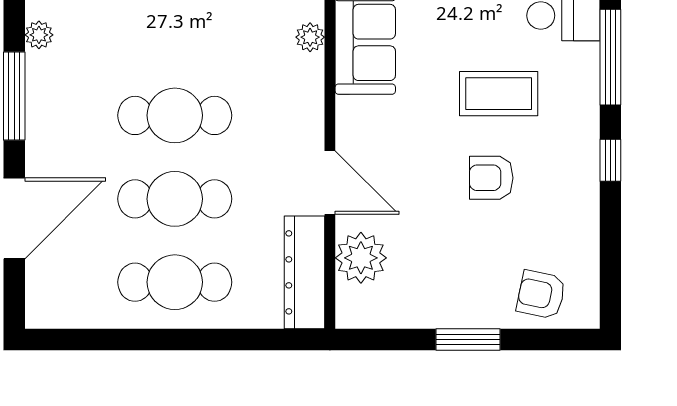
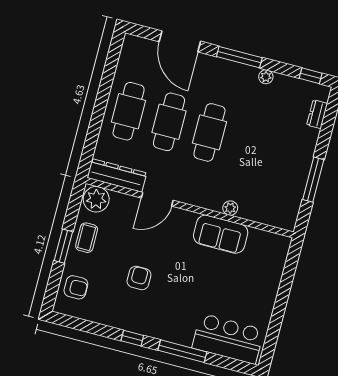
coffee table: (499, 94) -> (87, 238), moved, width x0.73, depth x0.77
plant: (361, 258) -> (96, 199), moved
armchair: (541, 295) -> (76, 287), turned 78

